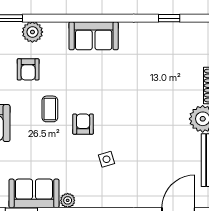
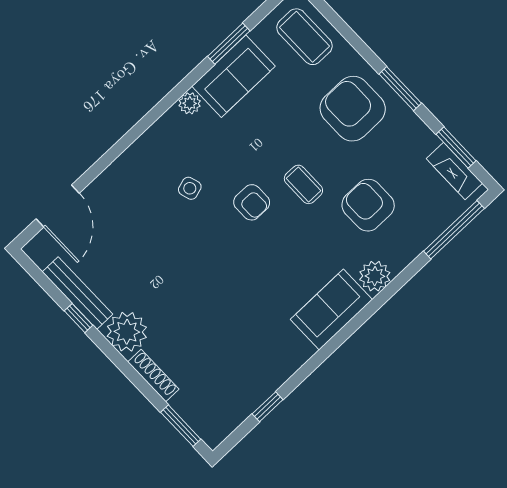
plant: (32, 32) -> (375, 276), moved
armchair: (28, 69) -> (368, 205), width x1.38, depth x1.38

